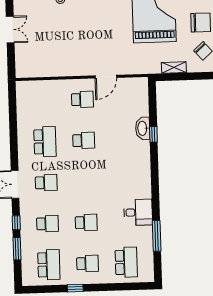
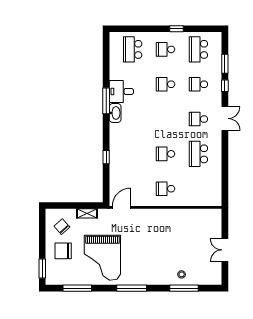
door: (106, 77) -> (122, 207), moved
washbasin: (143, 128) -> (115, 113), moved
window: (157, 236) -> (106, 101), moved

